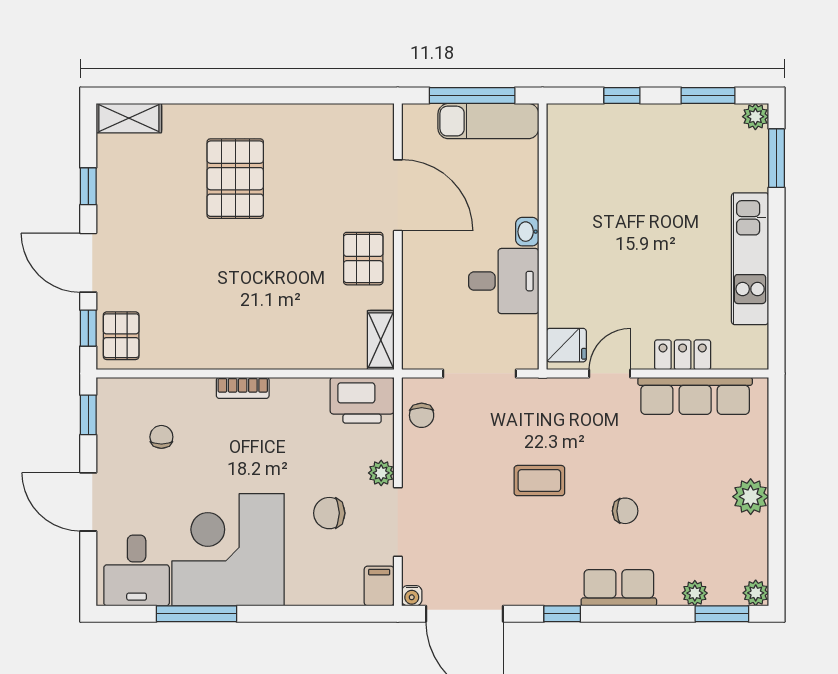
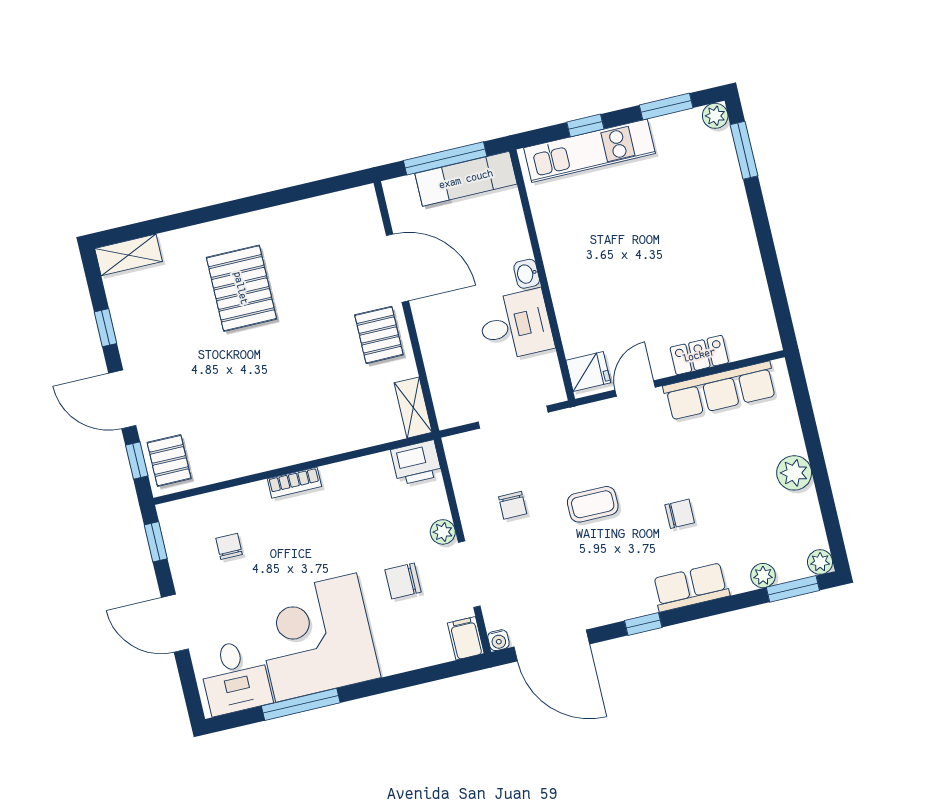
kitchen unit: (750, 259) -> (589, 151), moved, turned -90
printer: (362, 400) -> (416, 463), width x0.73, depth x0.84
chair: (422, 415) -> (513, 505), moved

